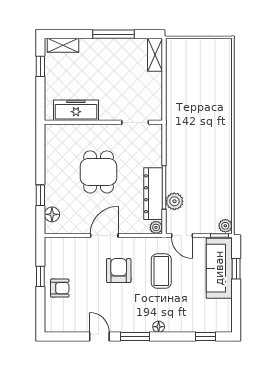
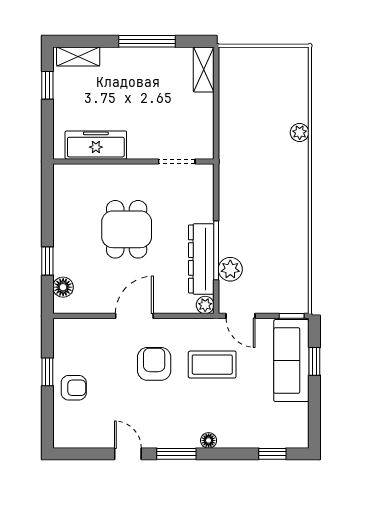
plant: (225, 226) -> (300, 133), moved
coffee table: (161, 271) -> (212, 365), turned 90

